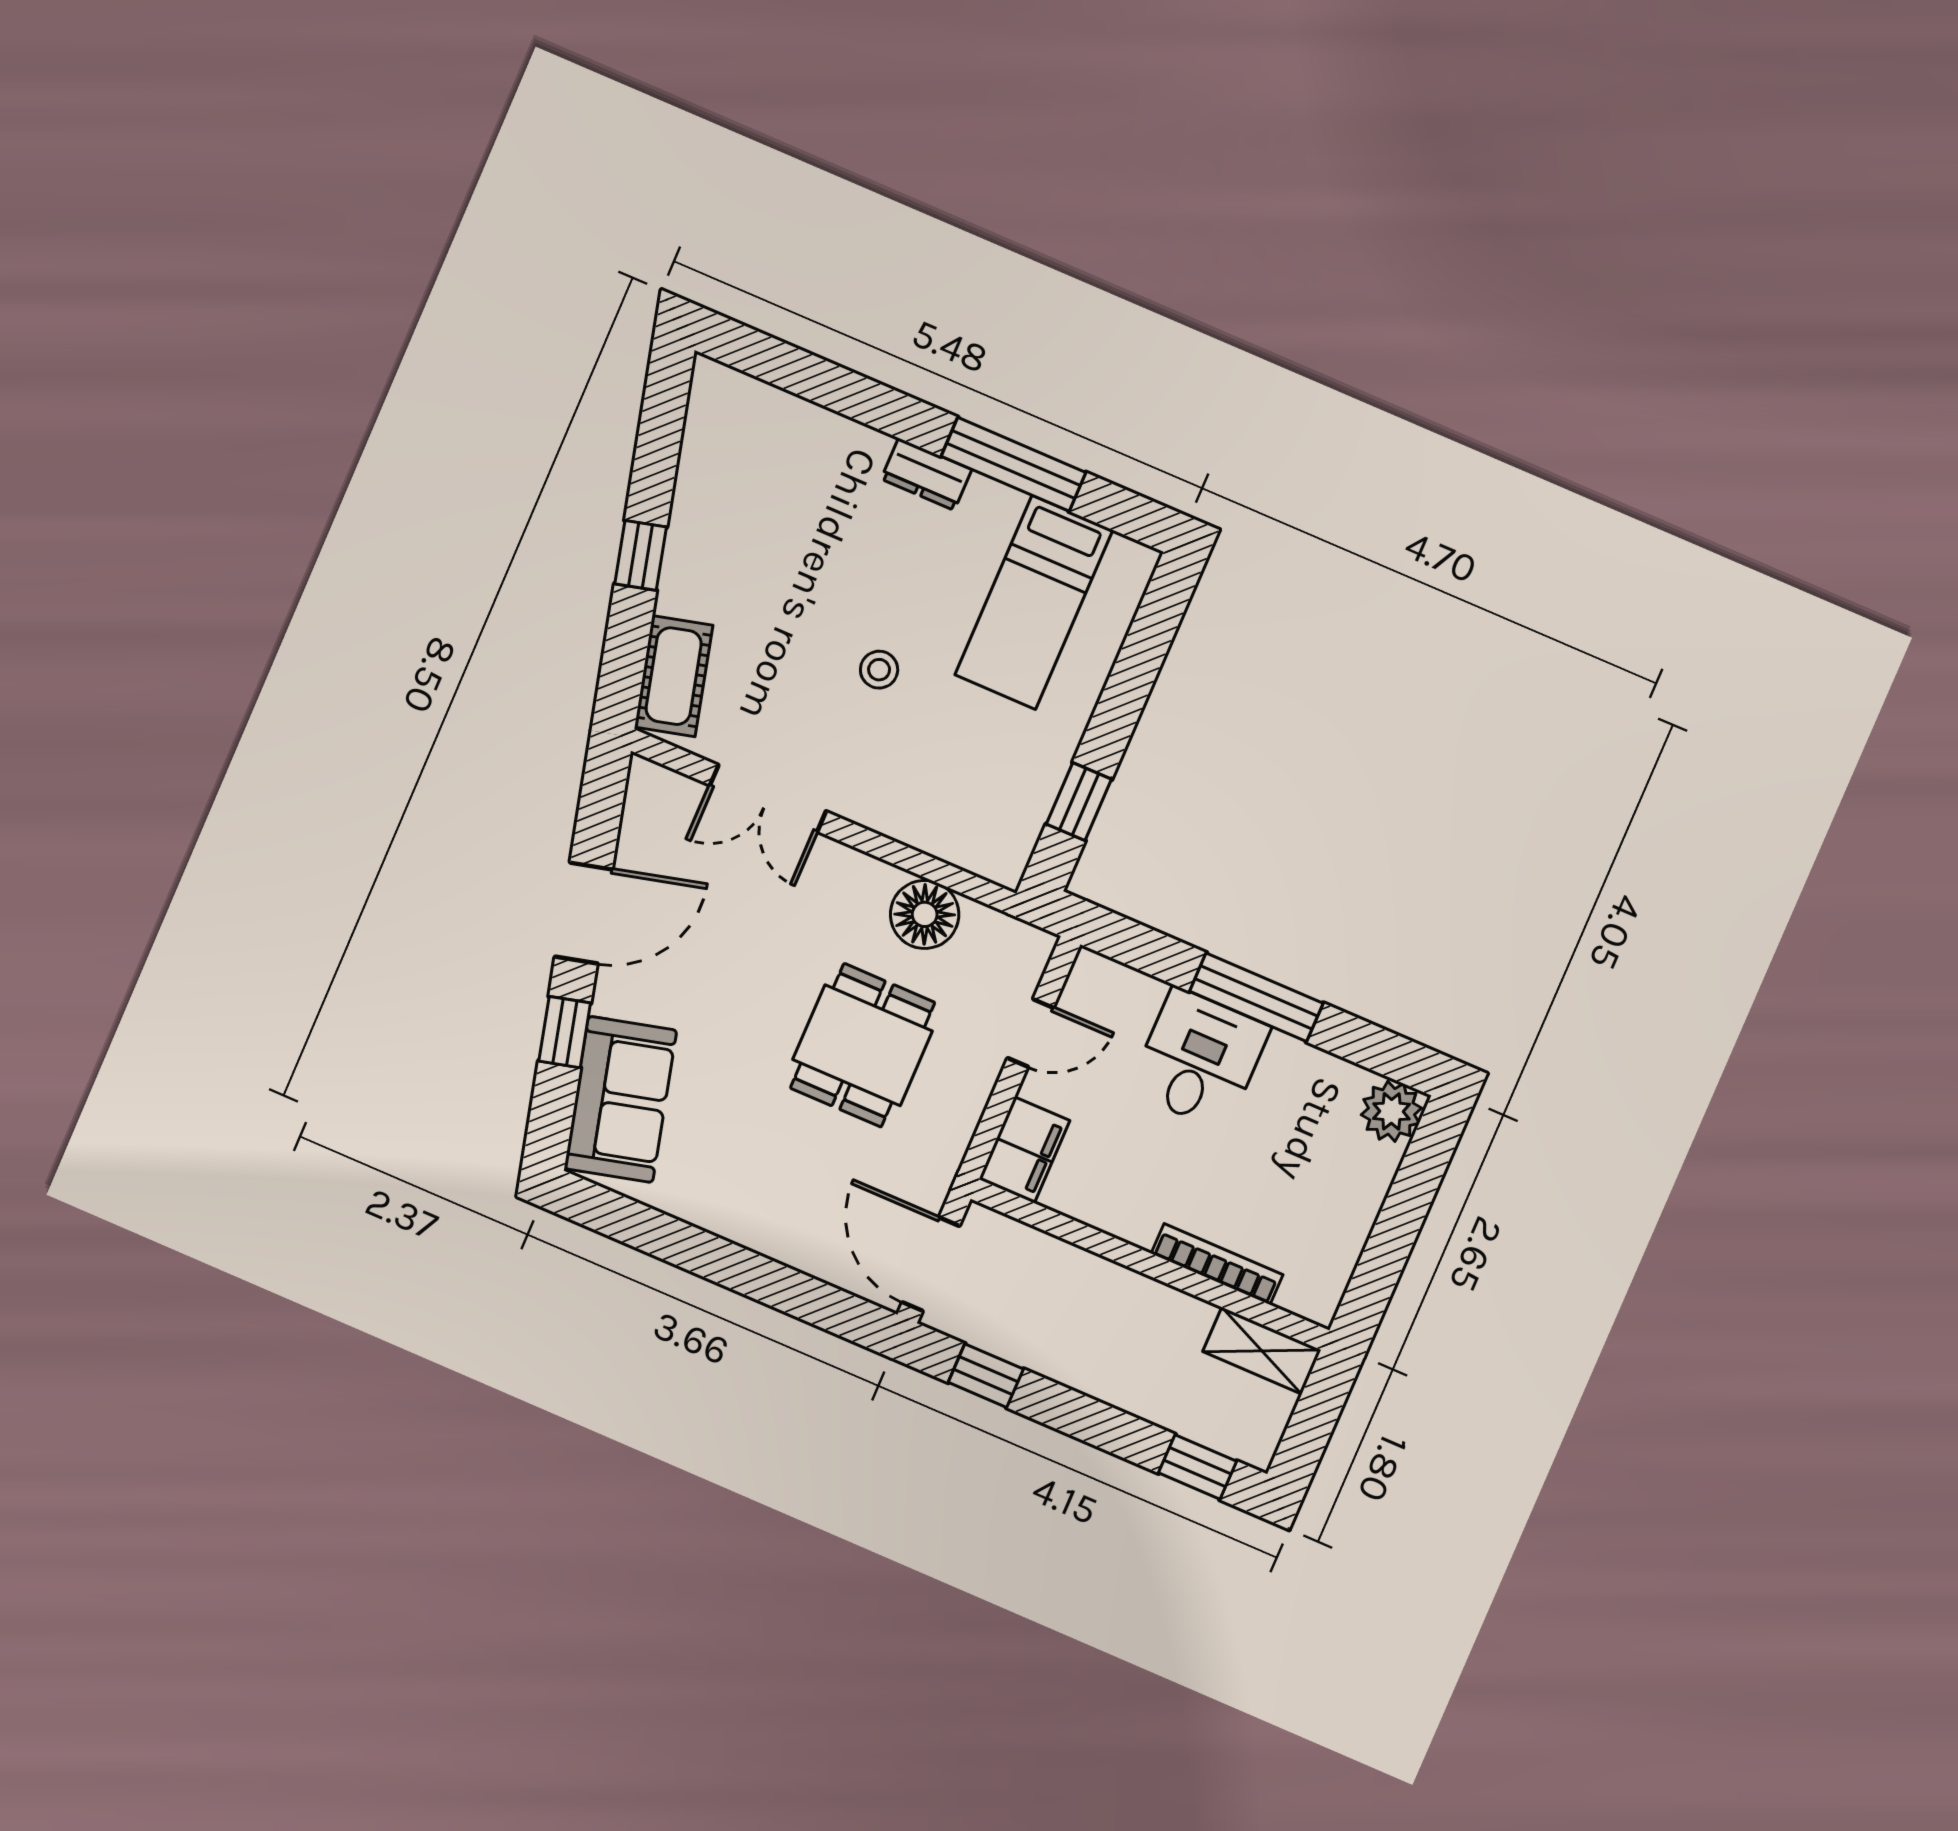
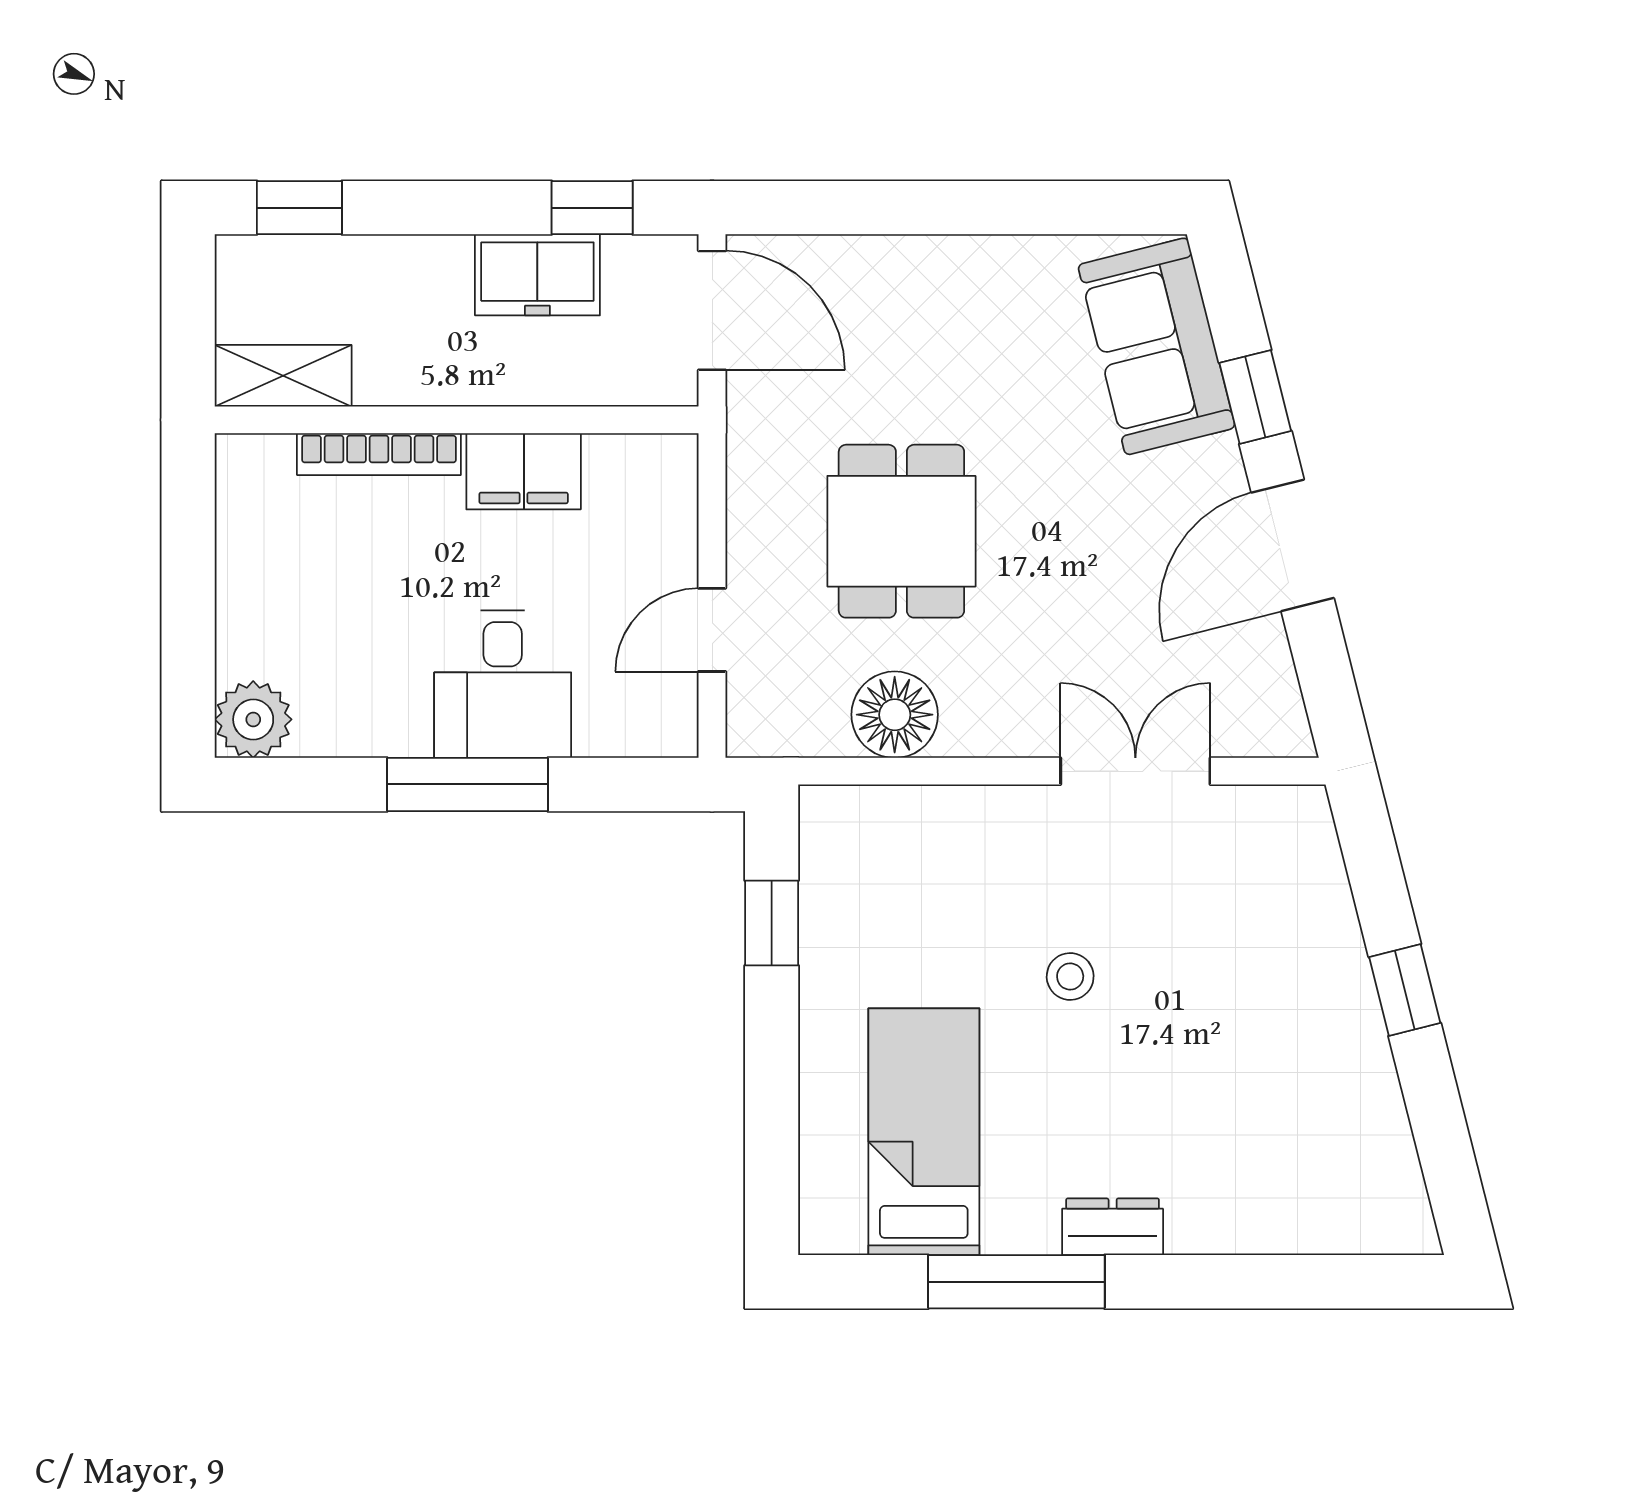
cot: (674, 676) -> (1306, 866), removed
filing cabinet: (1024, 1150) -> (524, 471), moved, turned -90
freezer: (1046, 1344) -> (537, 275), added

